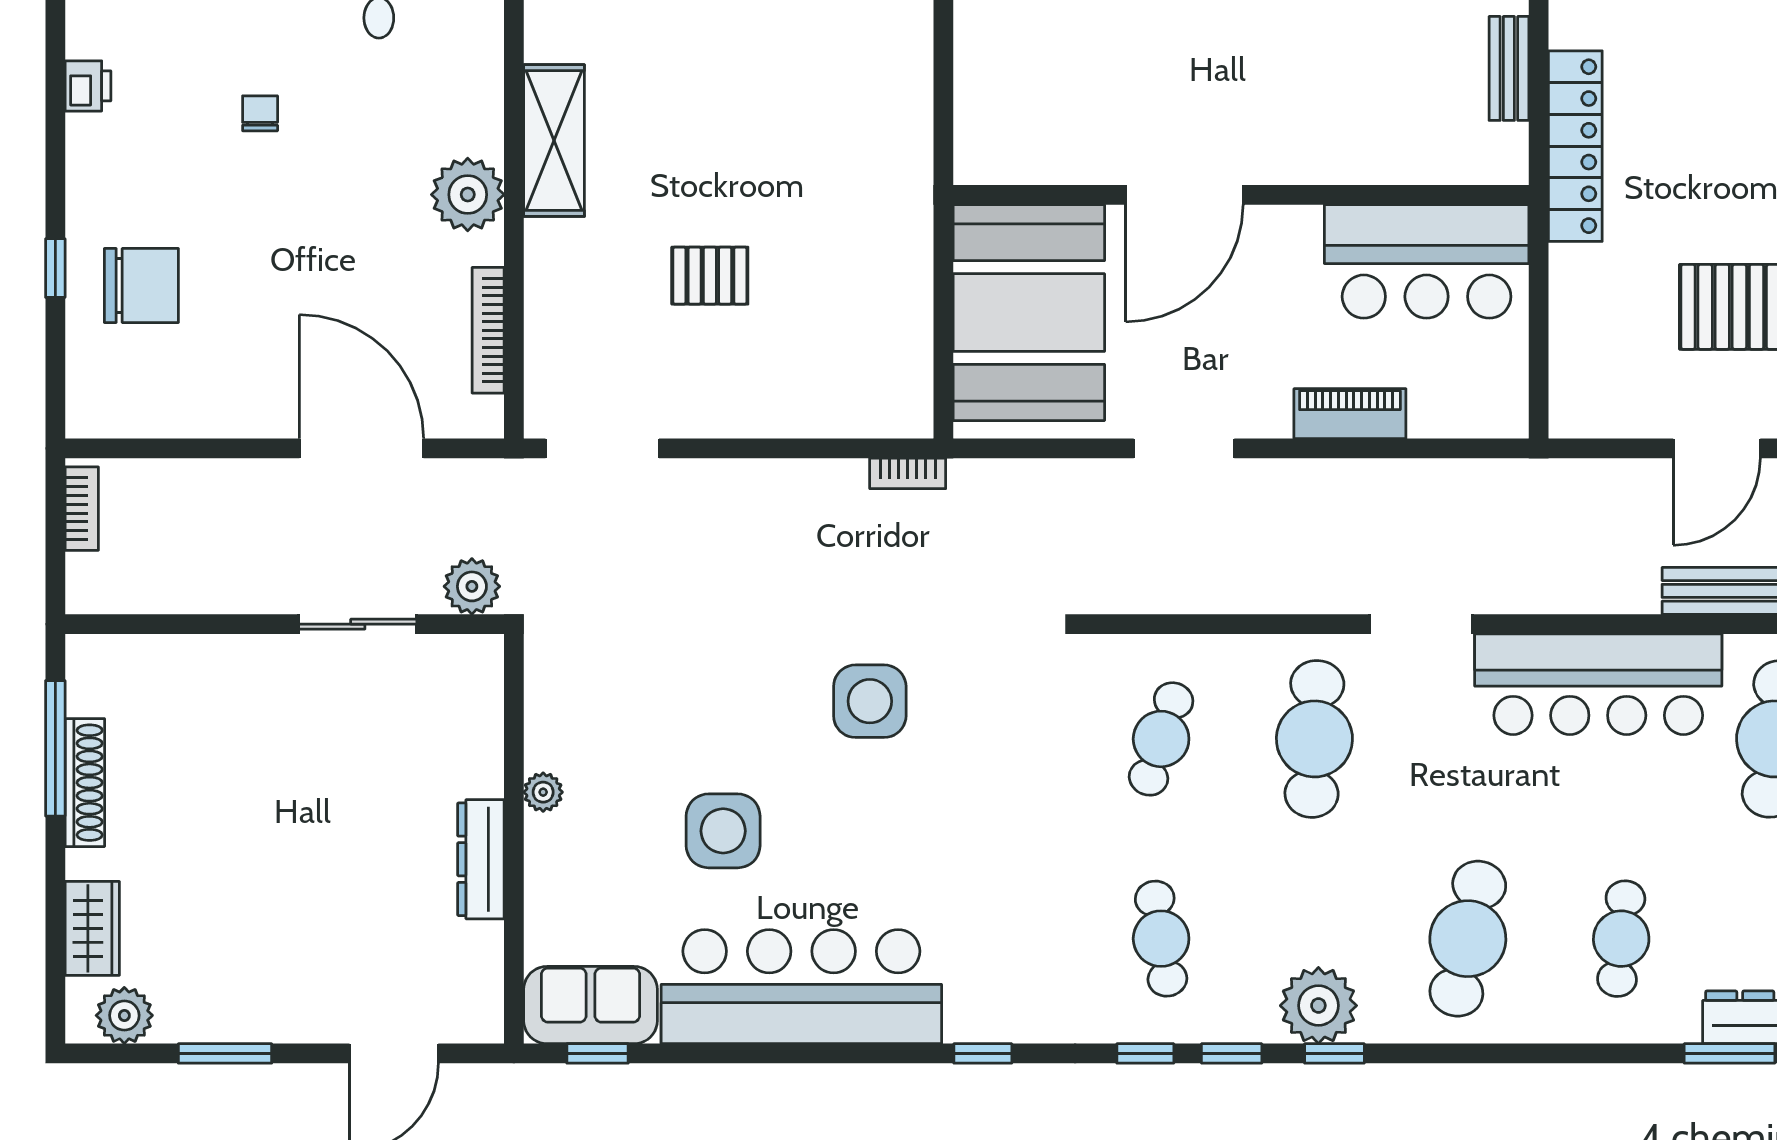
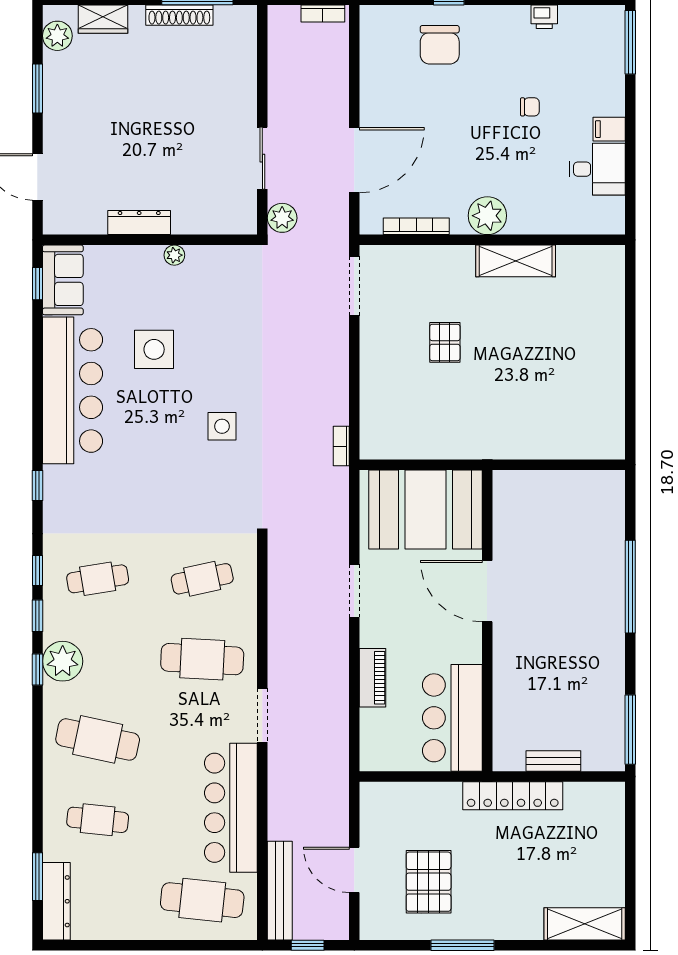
side table: (870, 701) -> (222, 426), width x0.73, depth x0.73
cafe table: (1161, 739) -> (202, 579), turned -30

